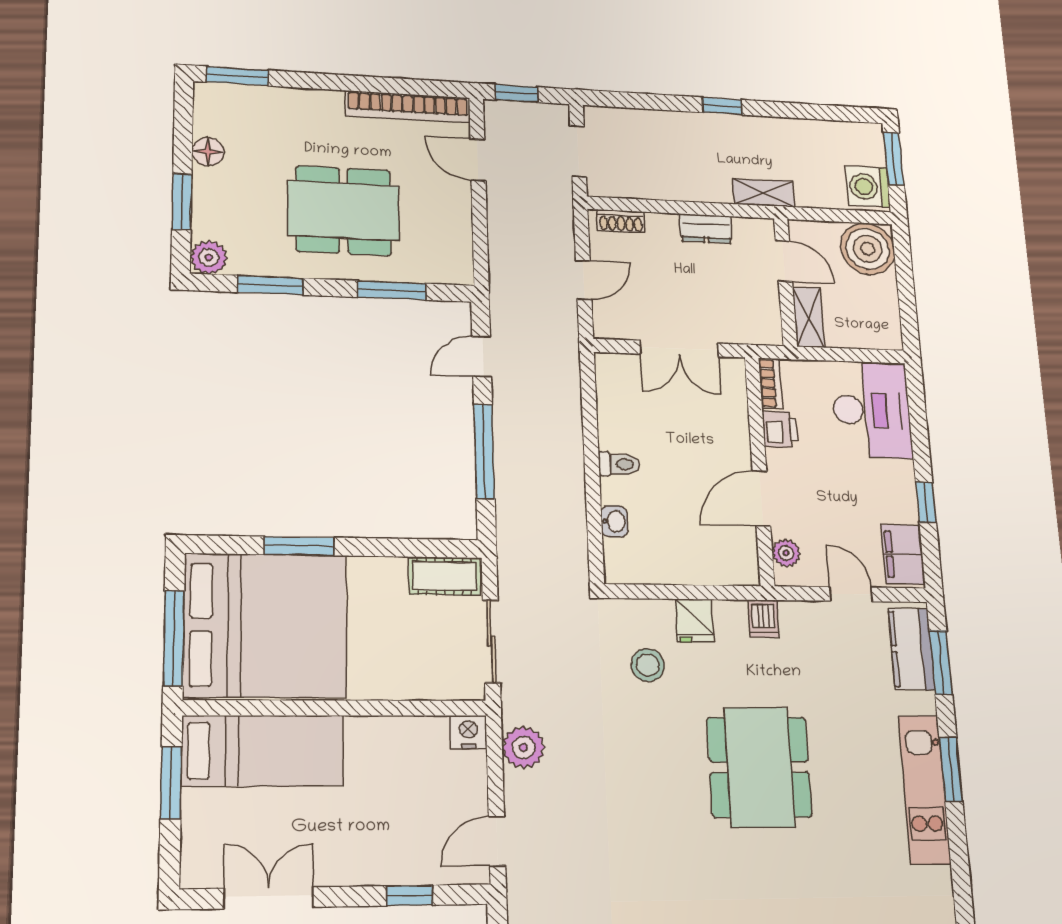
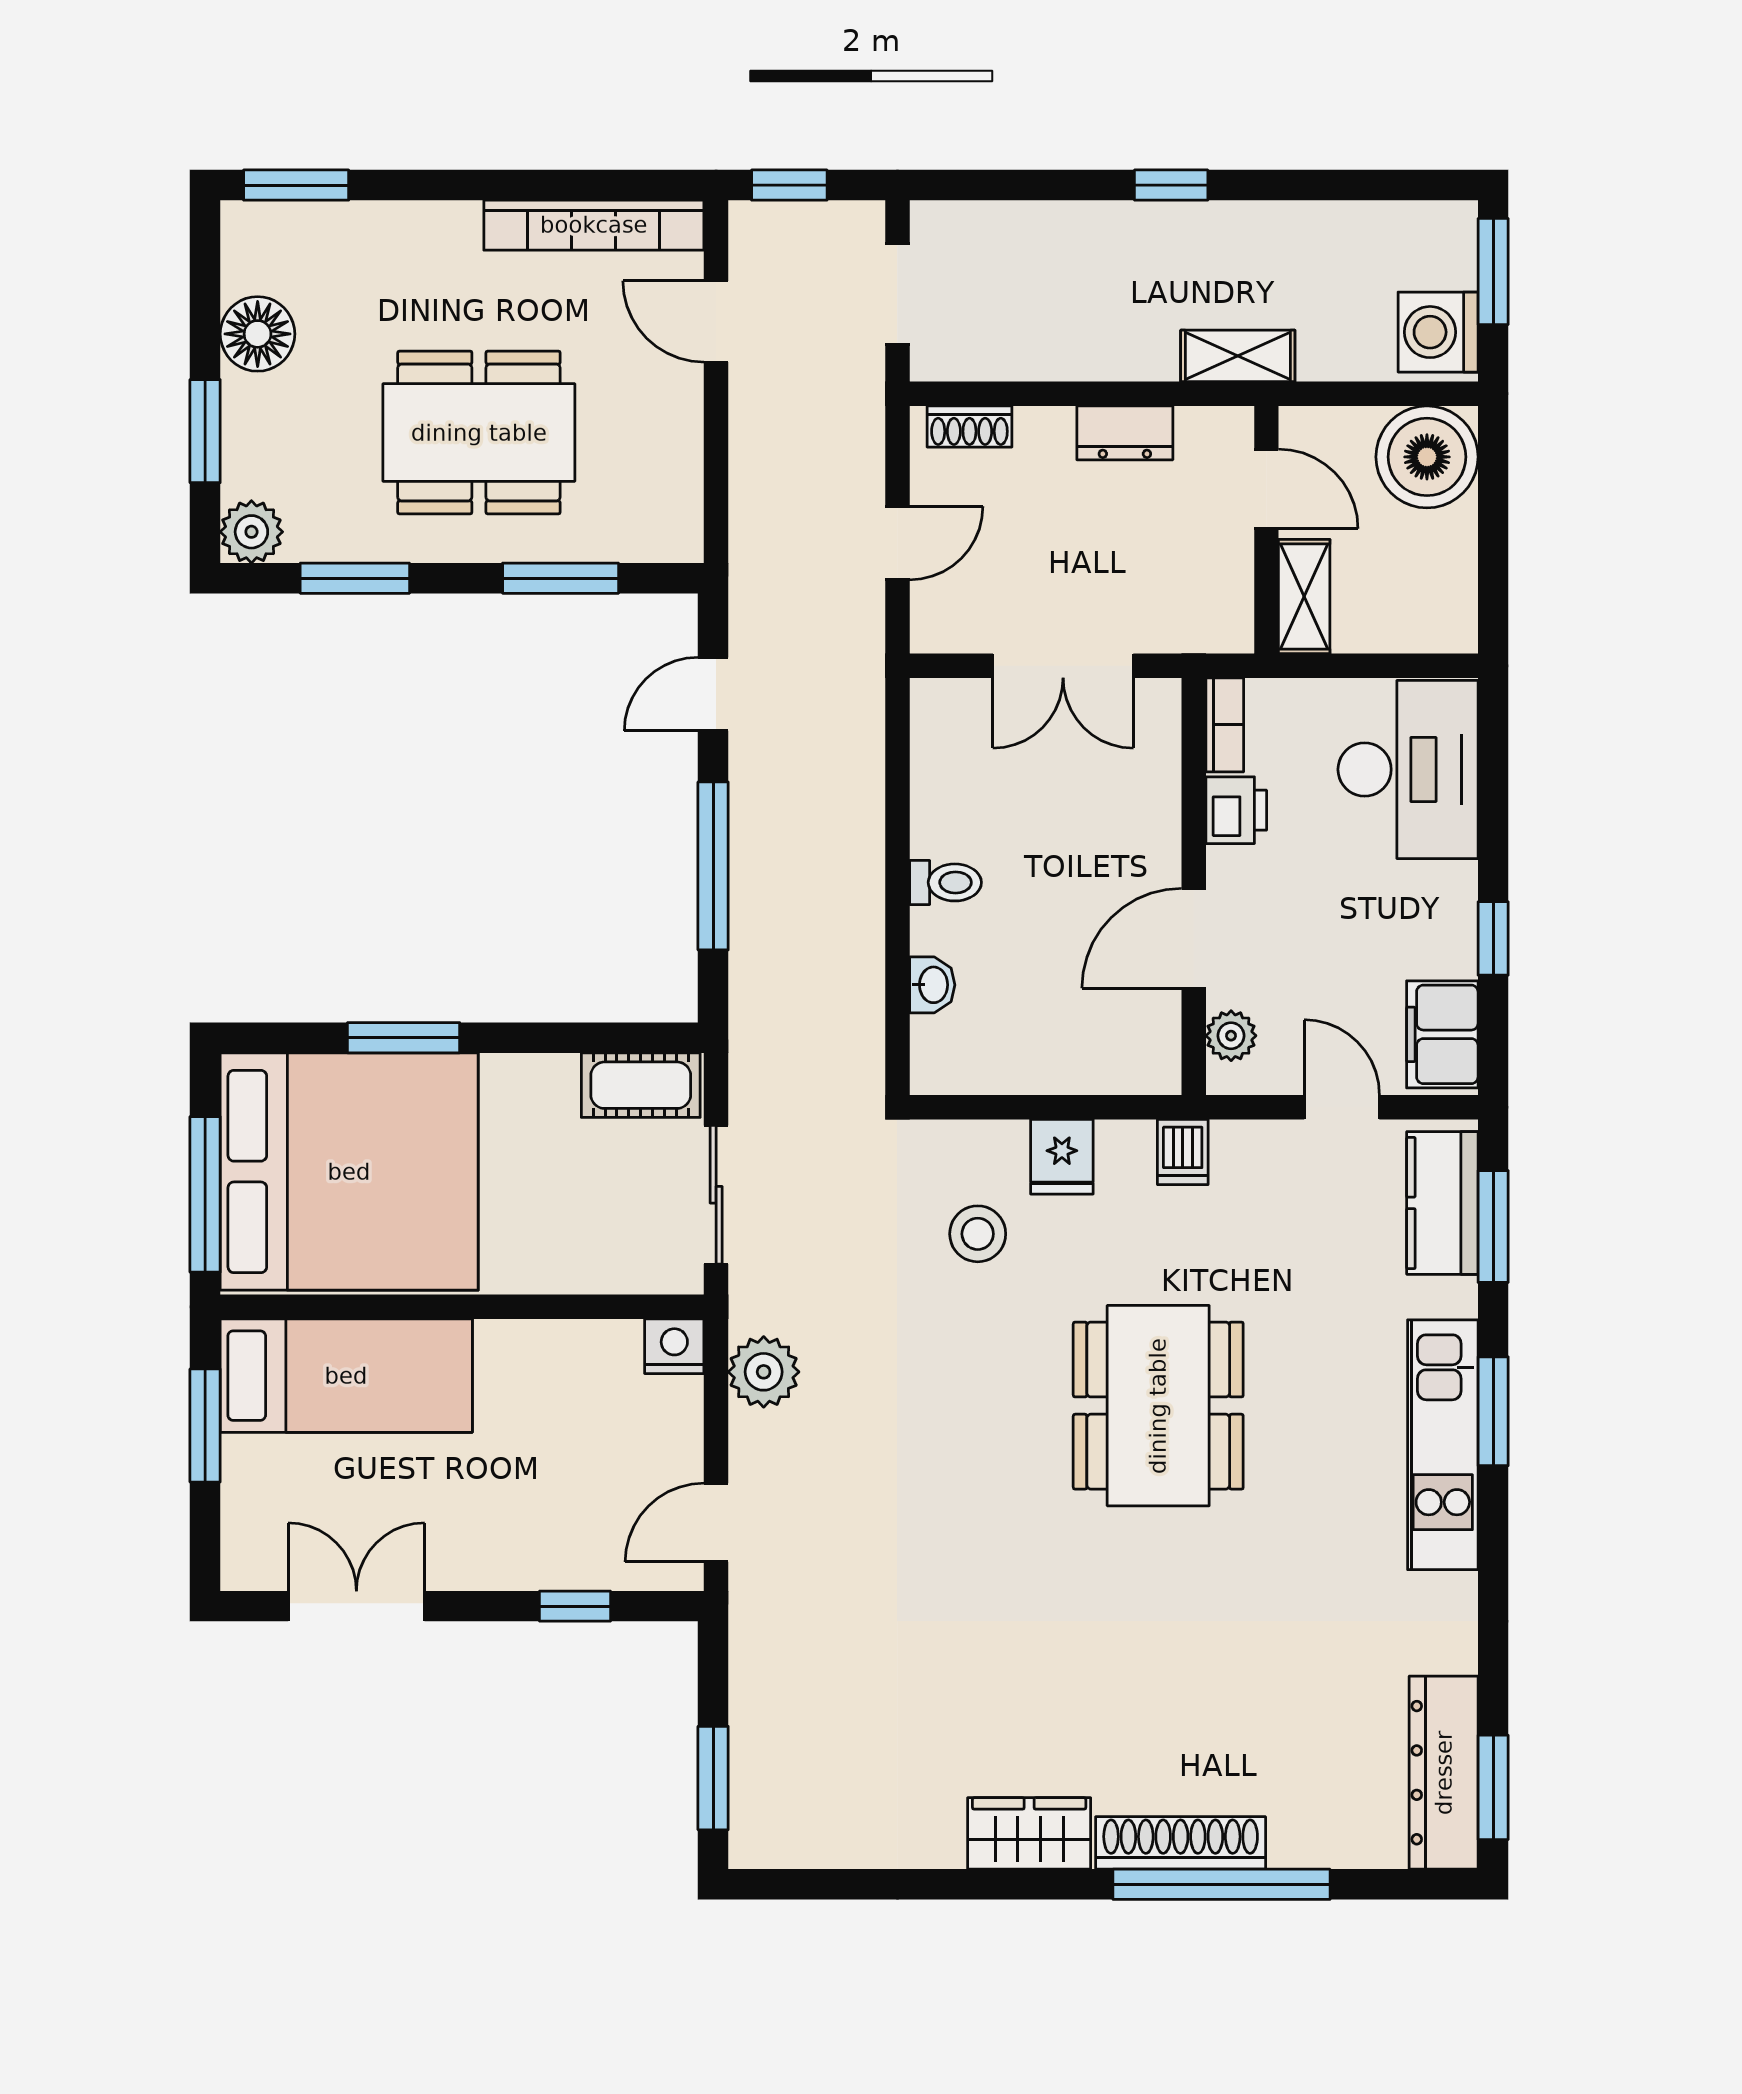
floor lamp: (208, 152) -> (258, 334), width x1.38, depth x1.38

